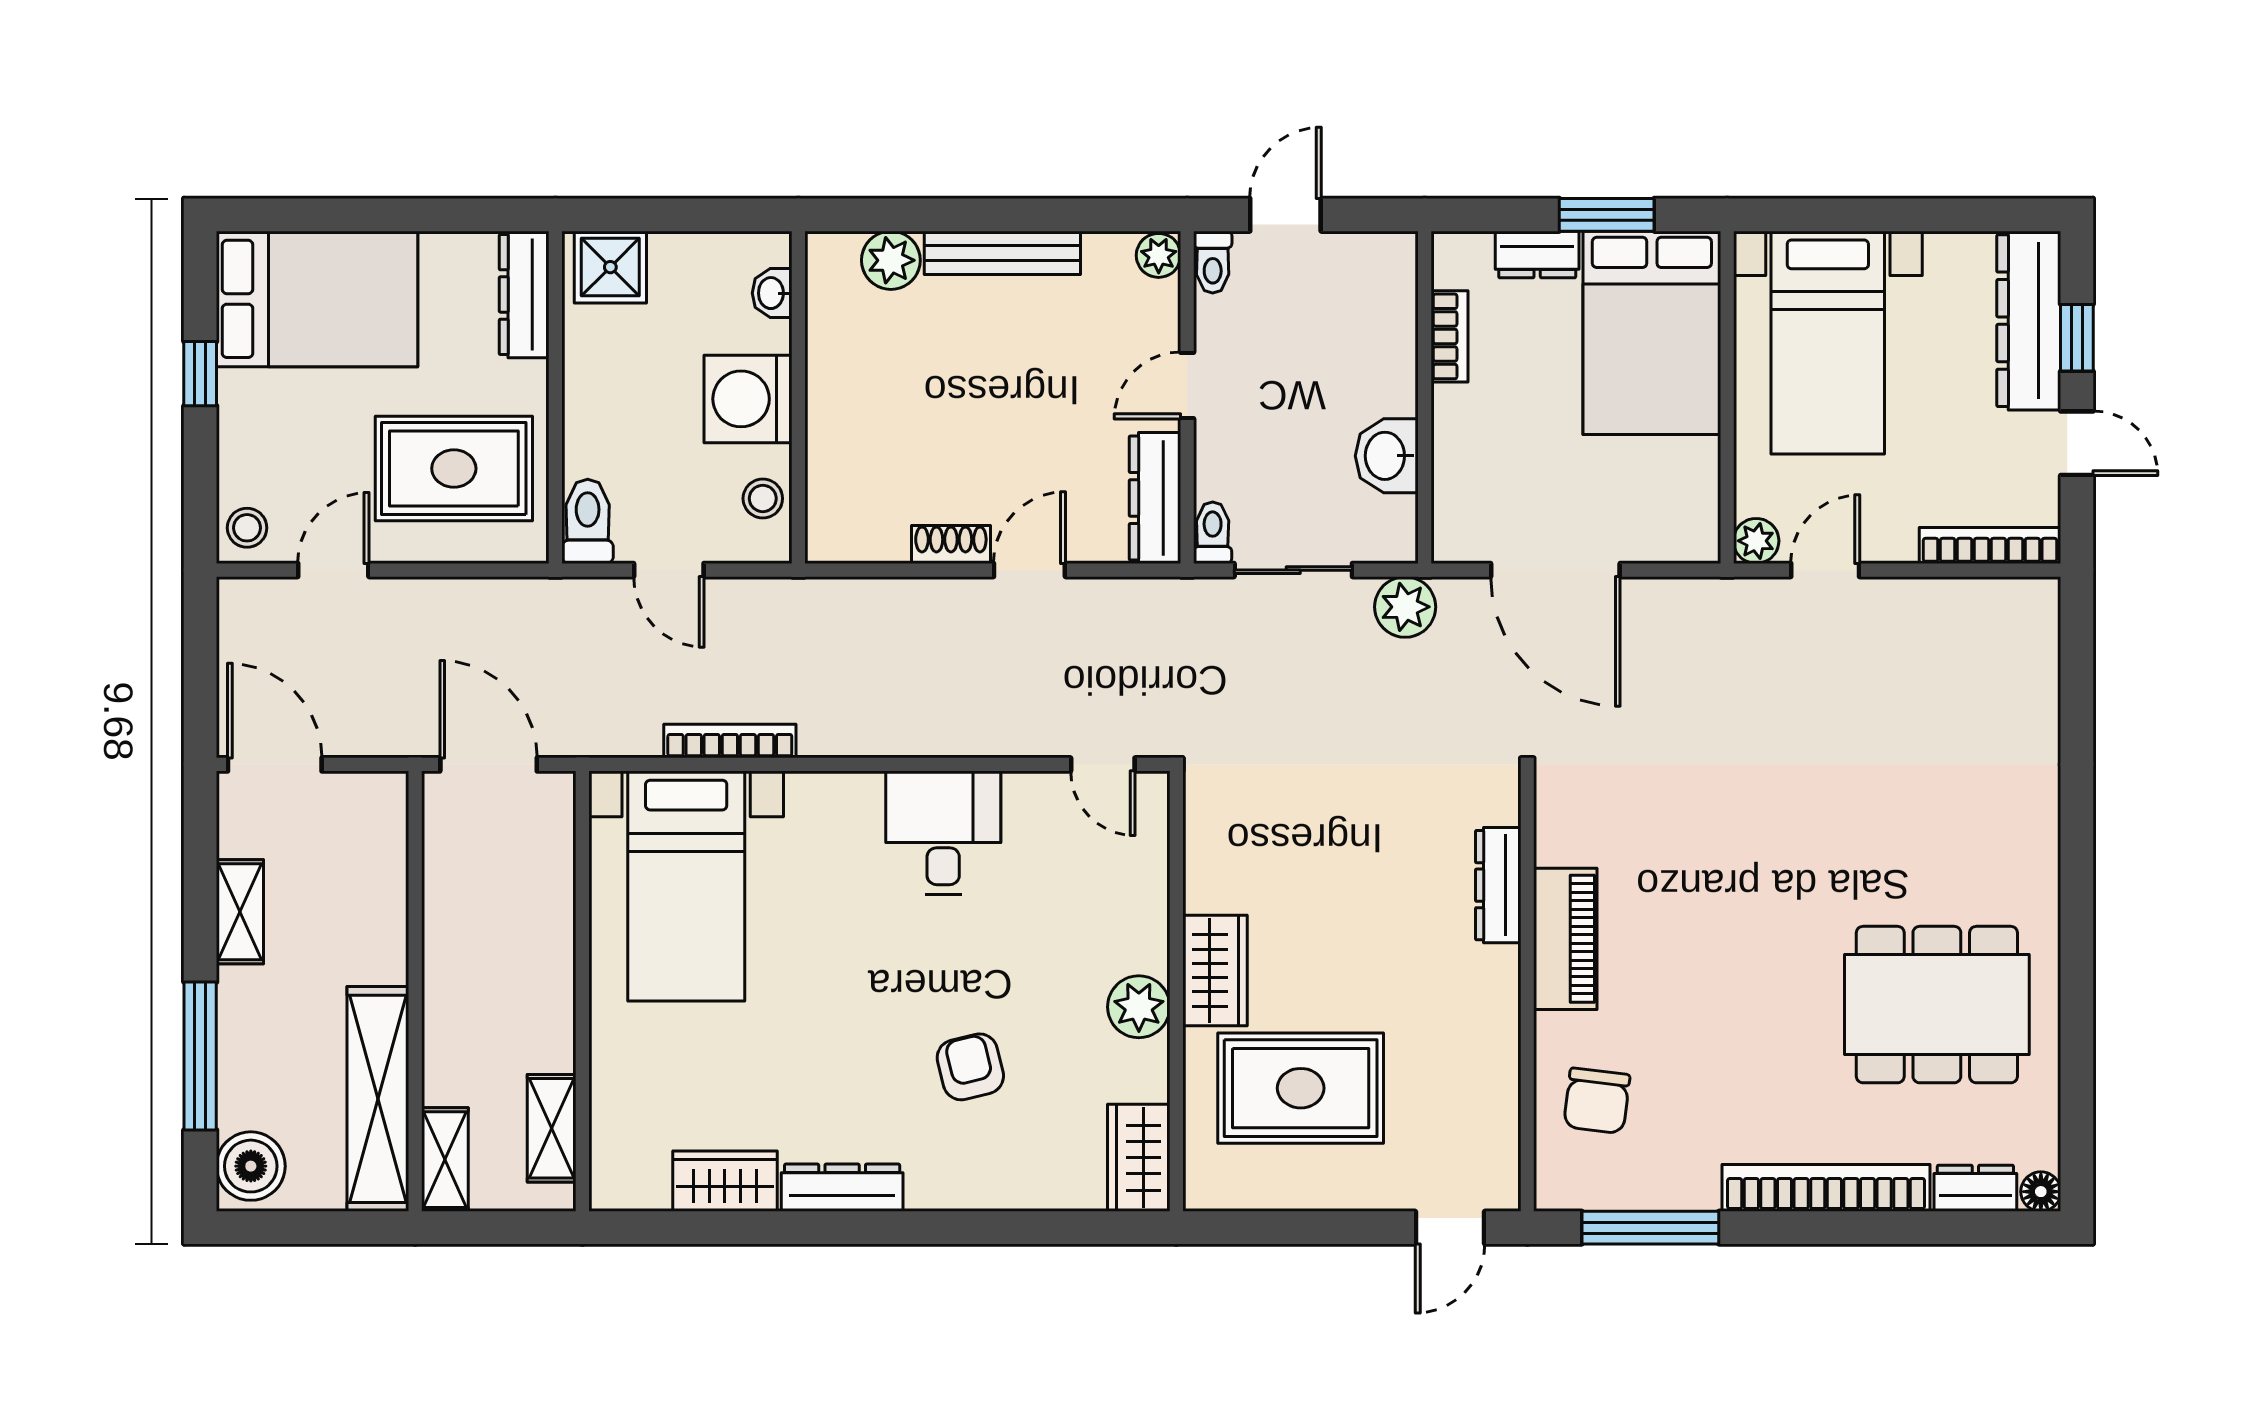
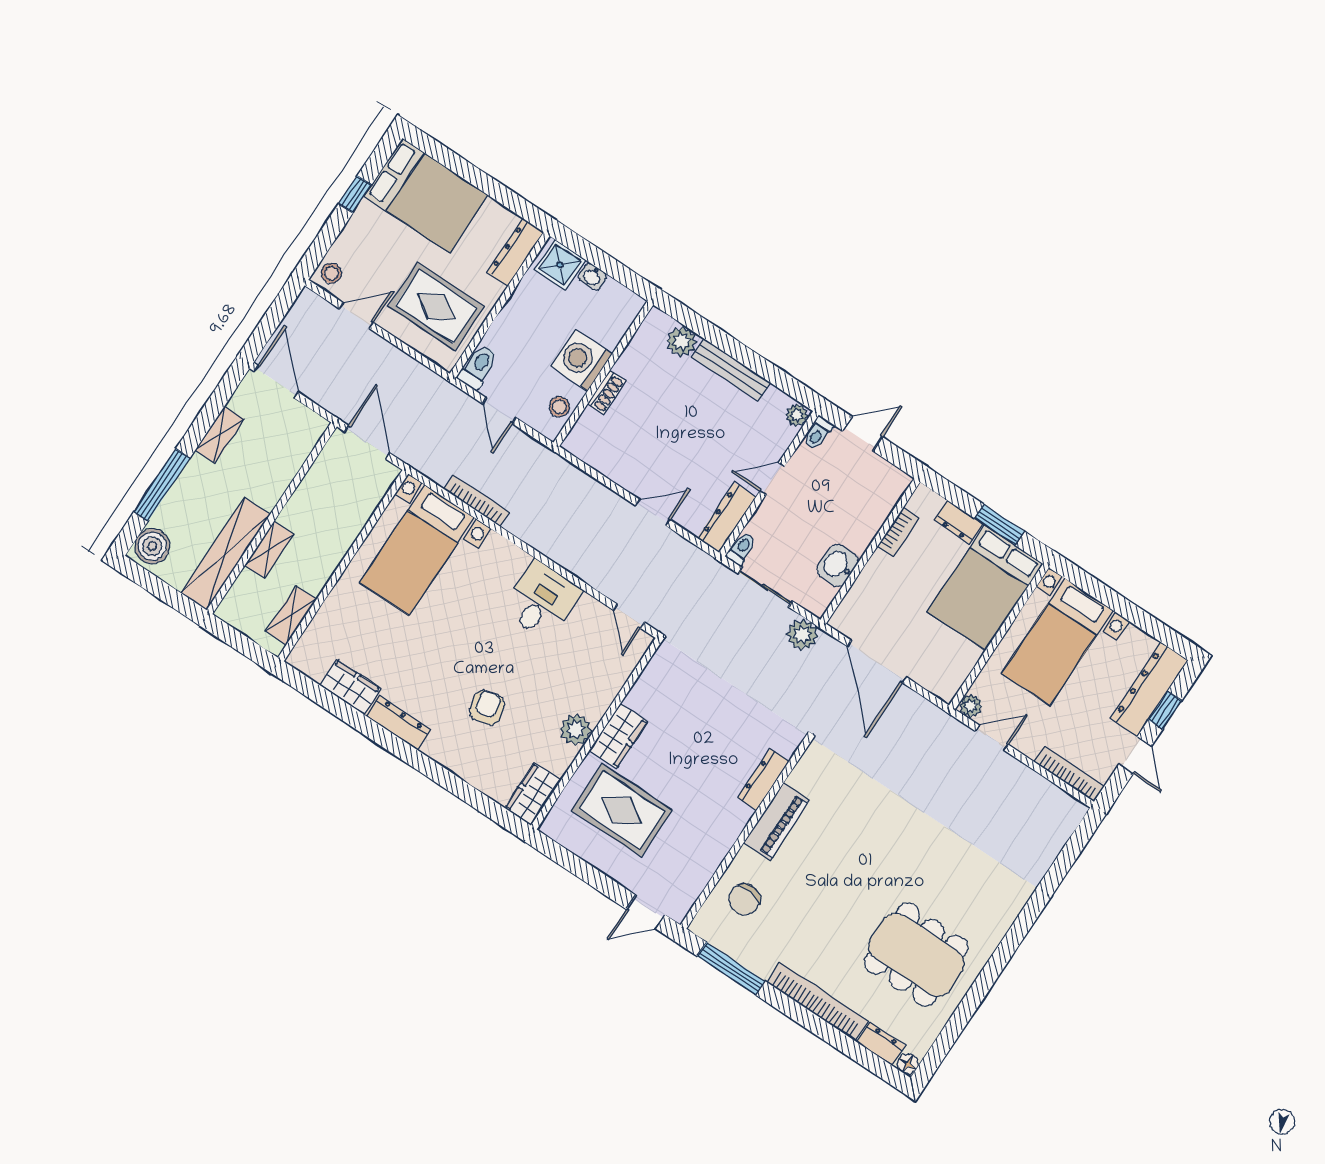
washbasin: (772, 293) -> (592, 276), moved, turned -90
shoe rack: (951, 544) -> (607, 392), moved, turned 90
shelving: (445, 1160) -> (269, 550), moved

